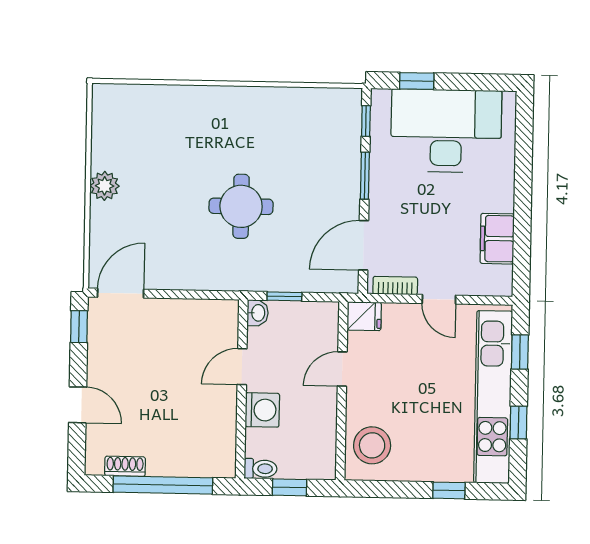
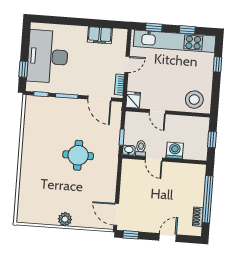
toilet: (261, 469) -> (141, 148), moved

